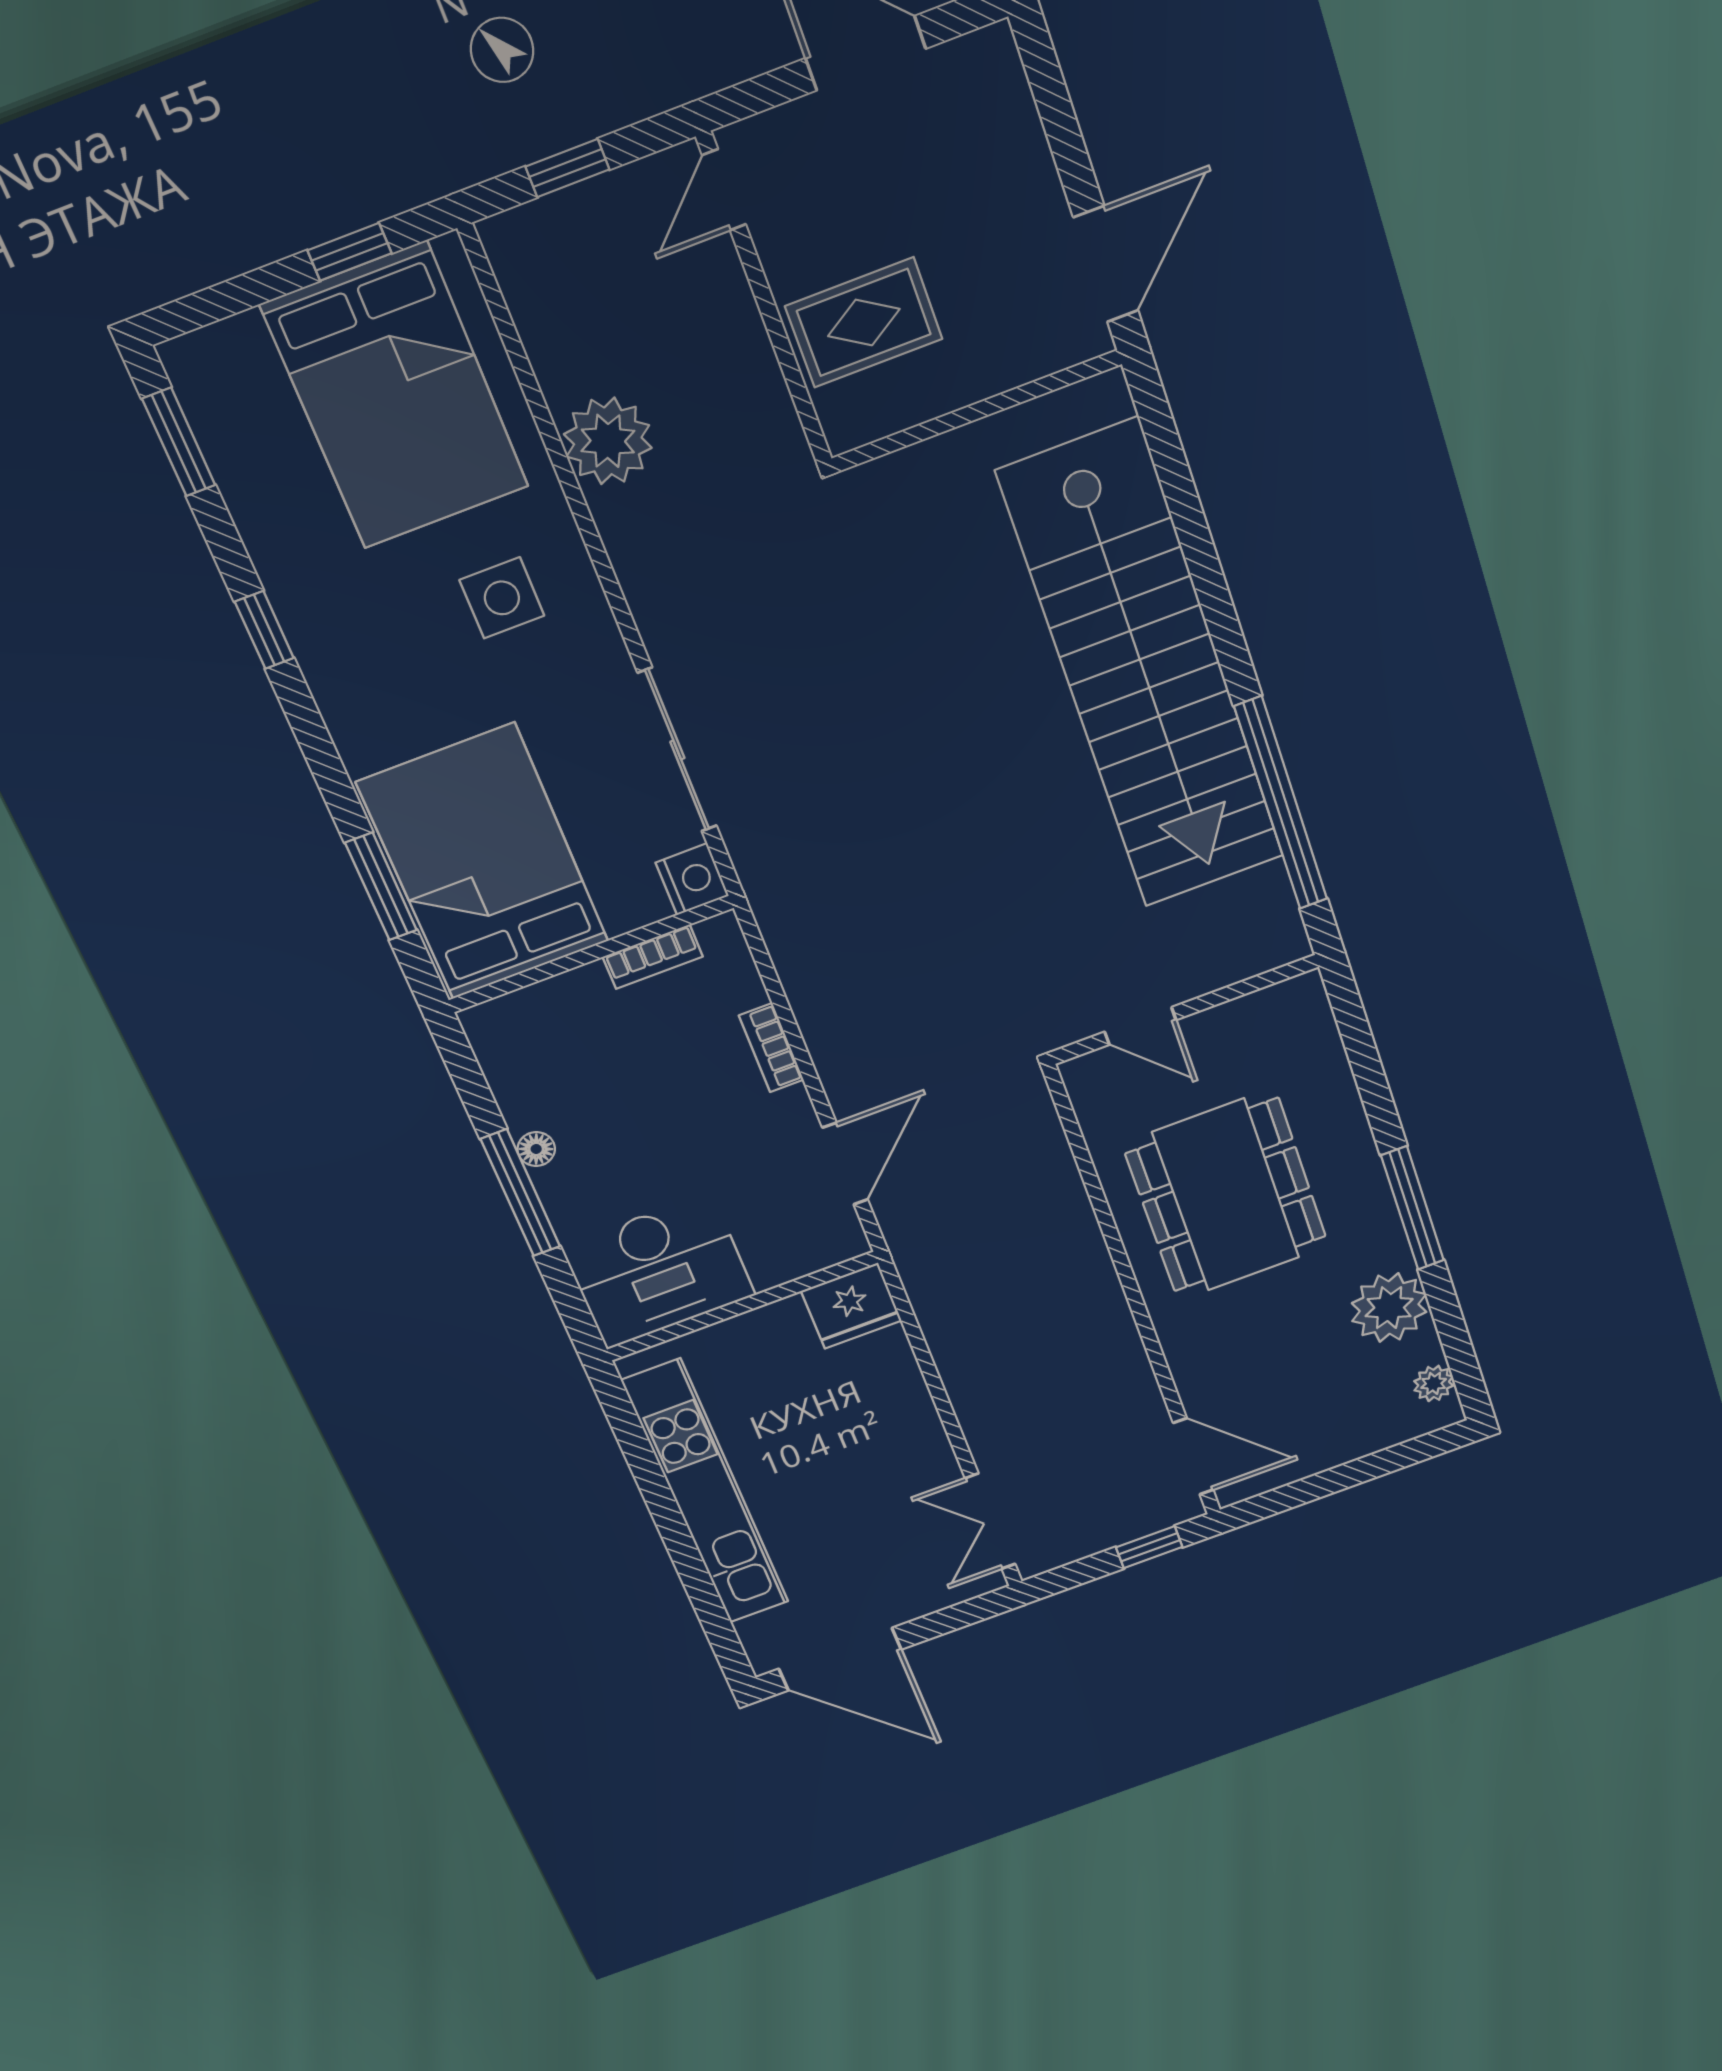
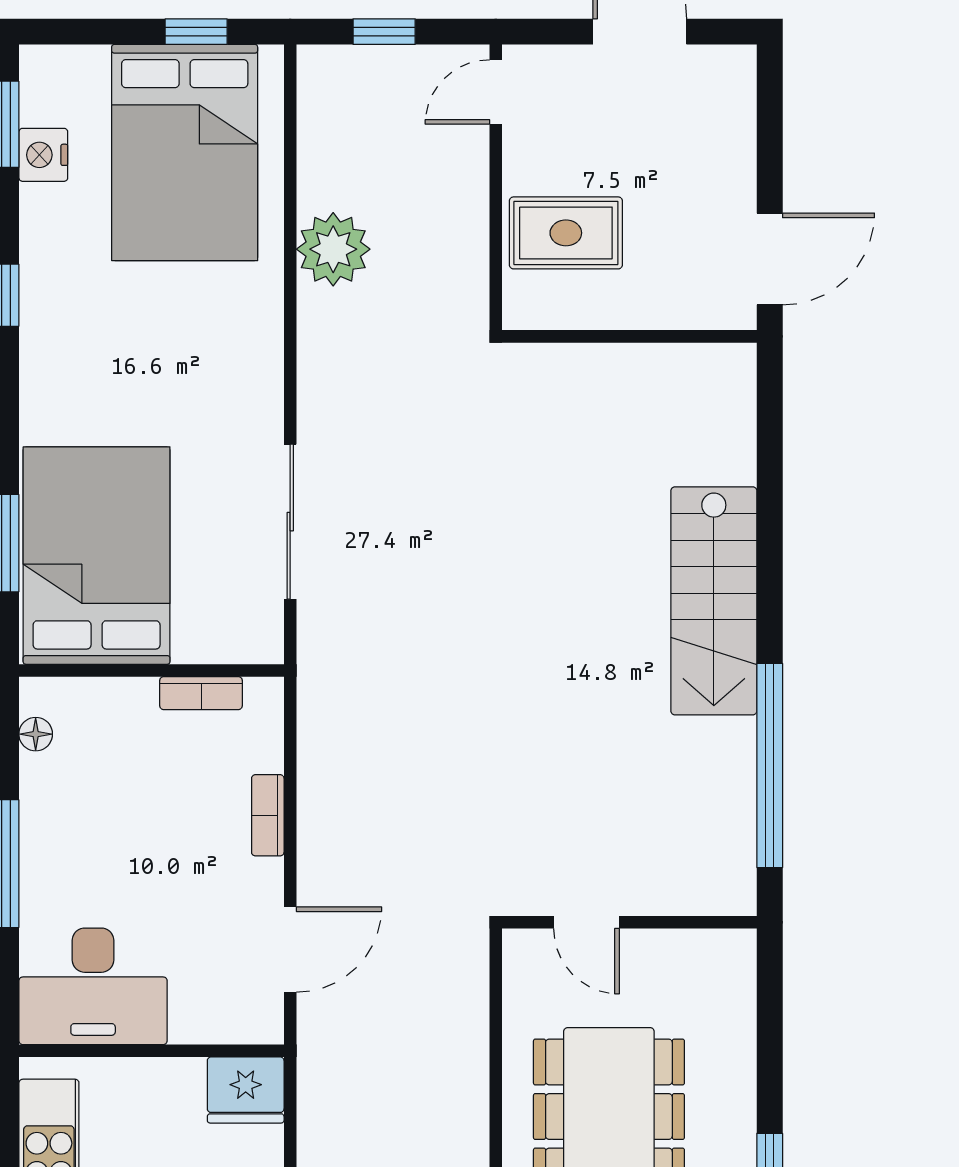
side table: (502, 598) -> (201, 342), removed
stairs: (1143, 668) -> (714, 601), width x0.54, depth x0.66
nightstand: (692, 879) -> (43, 155), moved, turned 180
floor lamp: (536, 1149) -> (36, 734), moved

